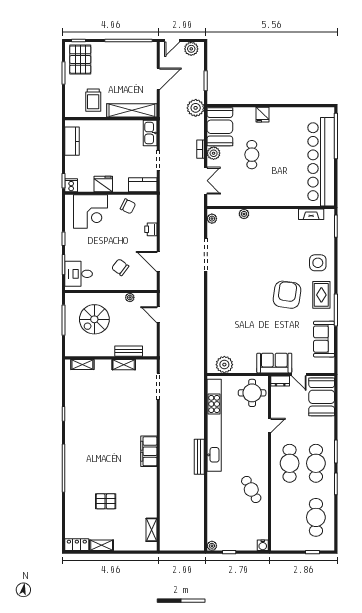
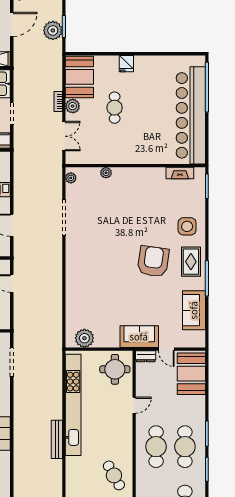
plant: (196, 108) -> (53, 30), moved

